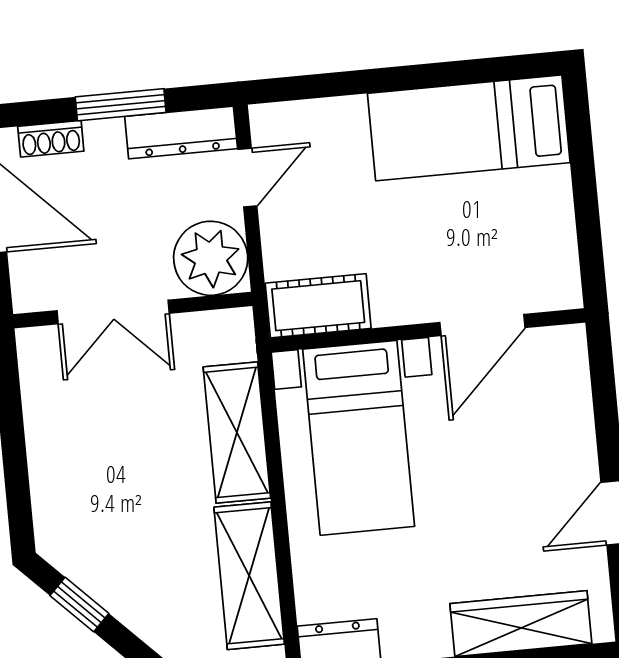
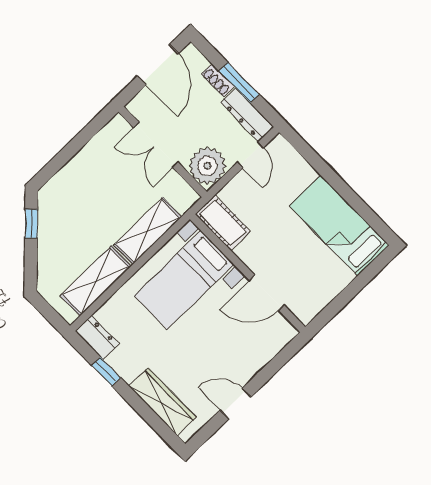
shoe rack: (51, 139) -> (218, 80), moved
door: (247, 178) -> (250, 155), hinge flipped

